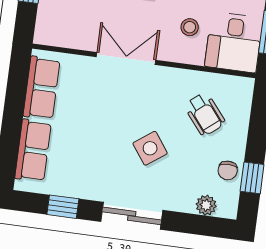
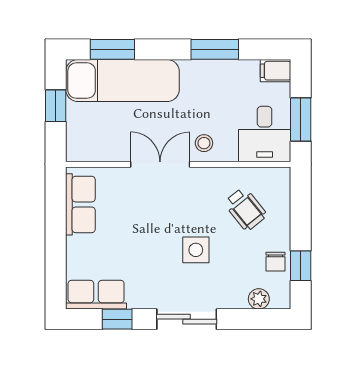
stool: (190, 27) -> (204, 143), moved
side table: (150, 148) -> (196, 250), turned 36
row of seats: (33, 150) -> (96, 295), moved, turned -90

